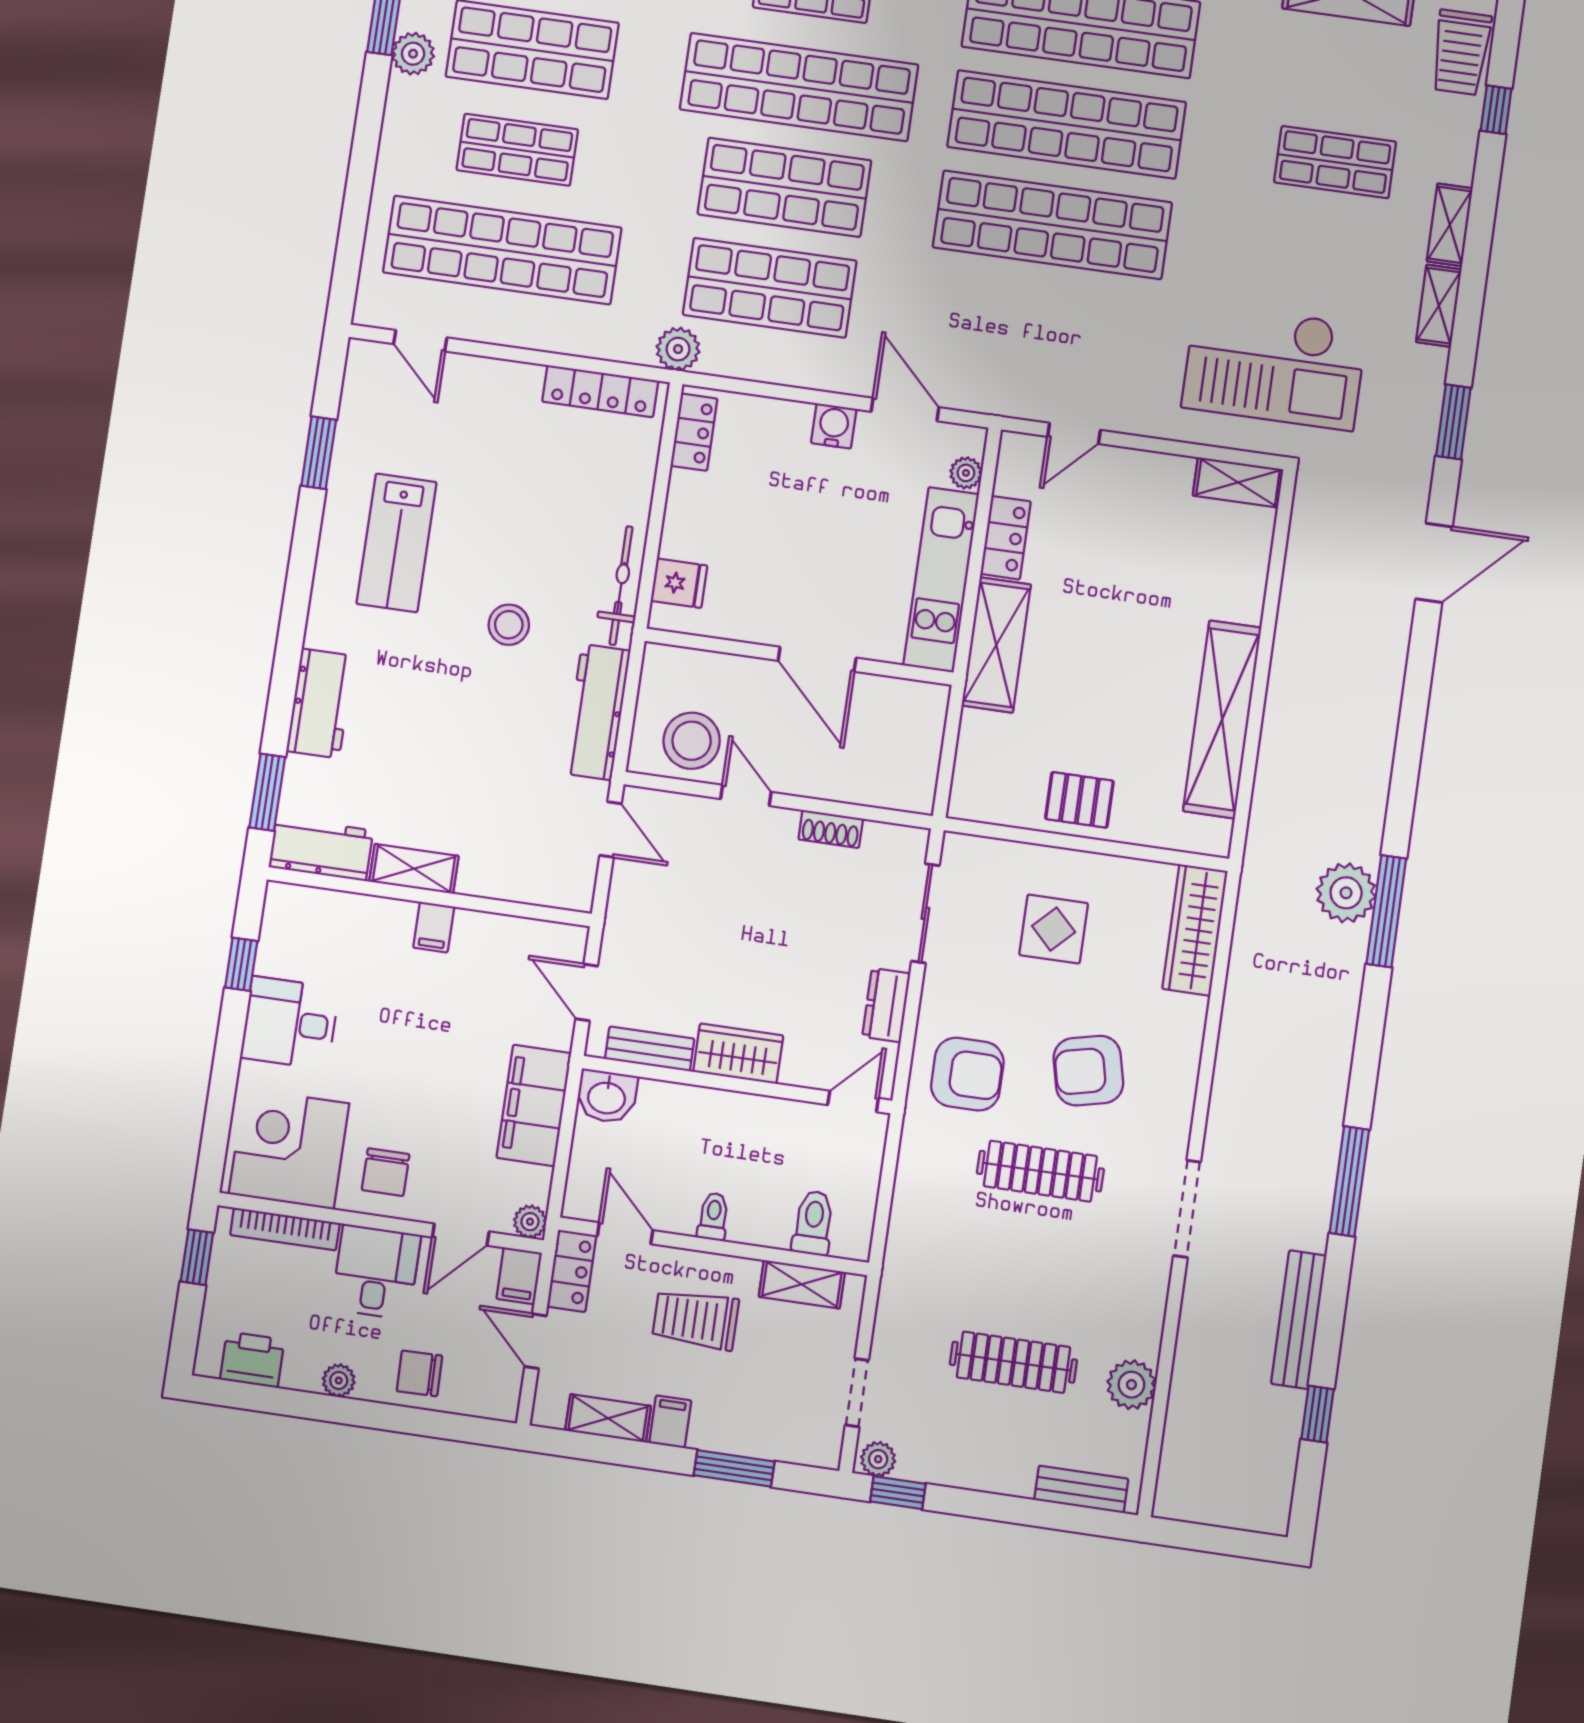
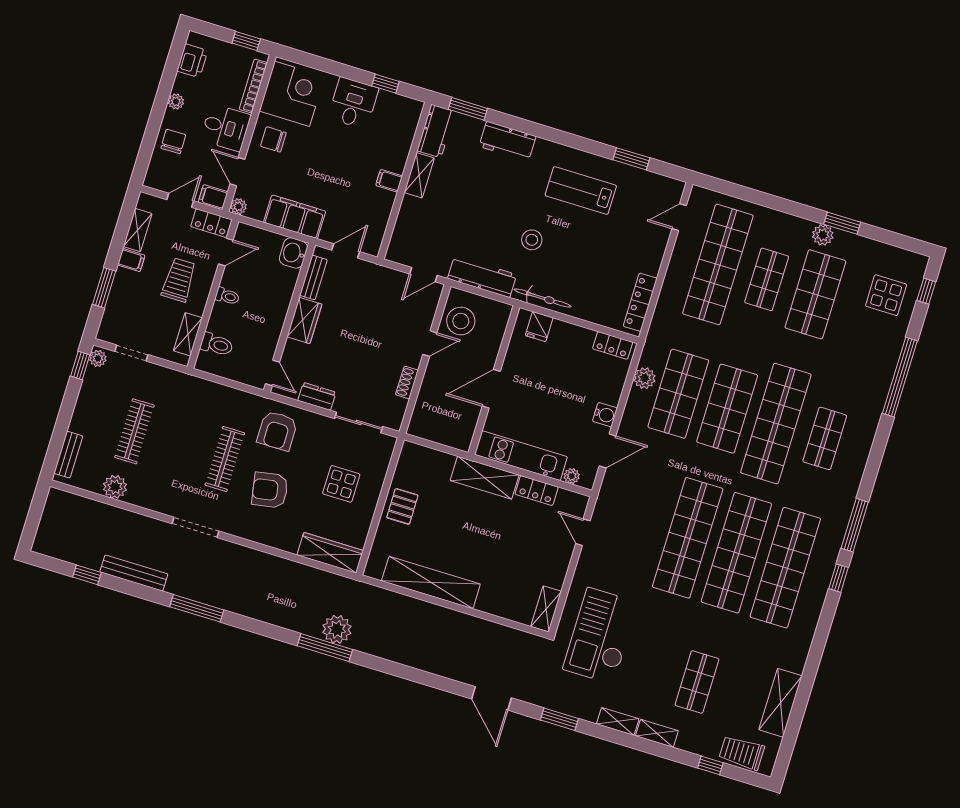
plant: (678, 349) -> (645, 378), moved
armchair: (1088, 1071) -> (270, 490), turned -87

